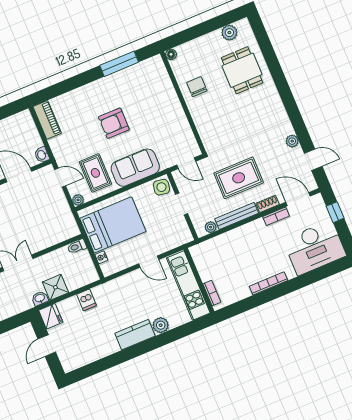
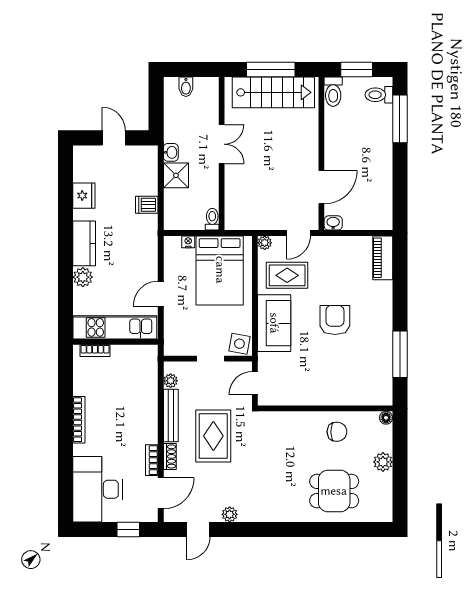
plant: (229, 33) -> (383, 462), moved
piano: (47, 120) -> (383, 258), moved, turned 90
fridge: (51, 316) -> (84, 196), moved, turned -90

